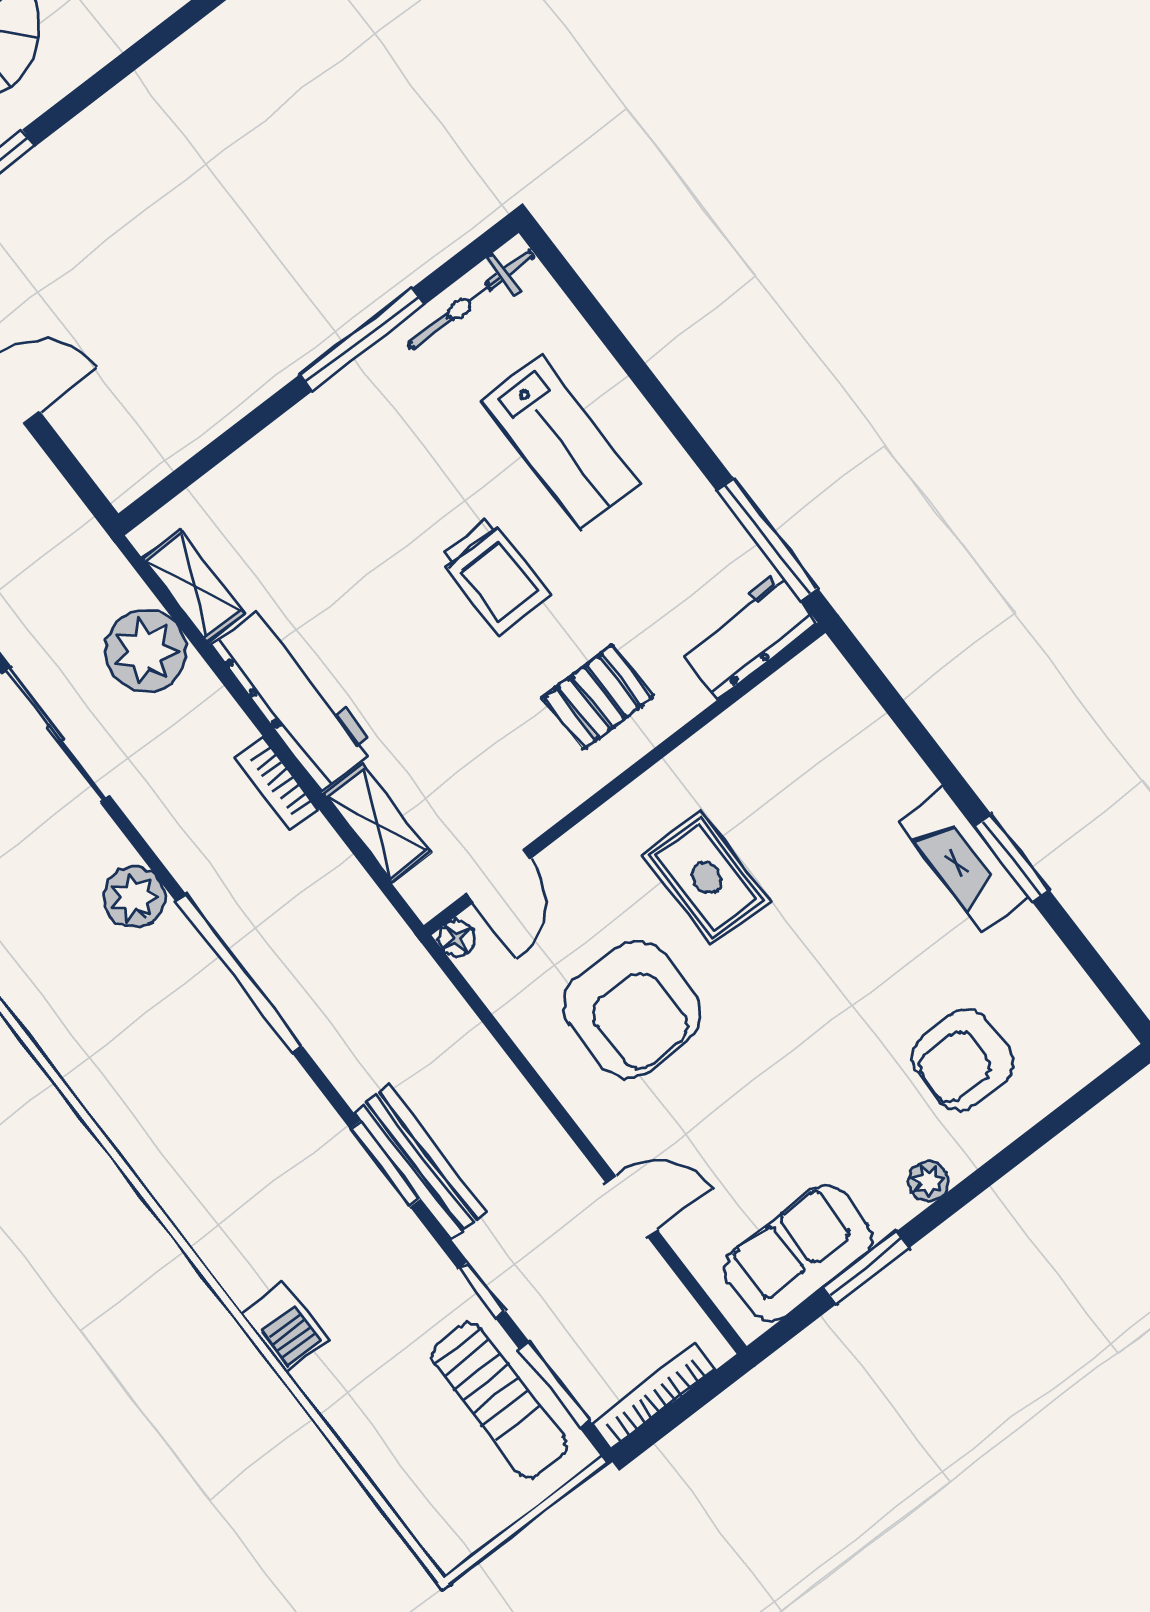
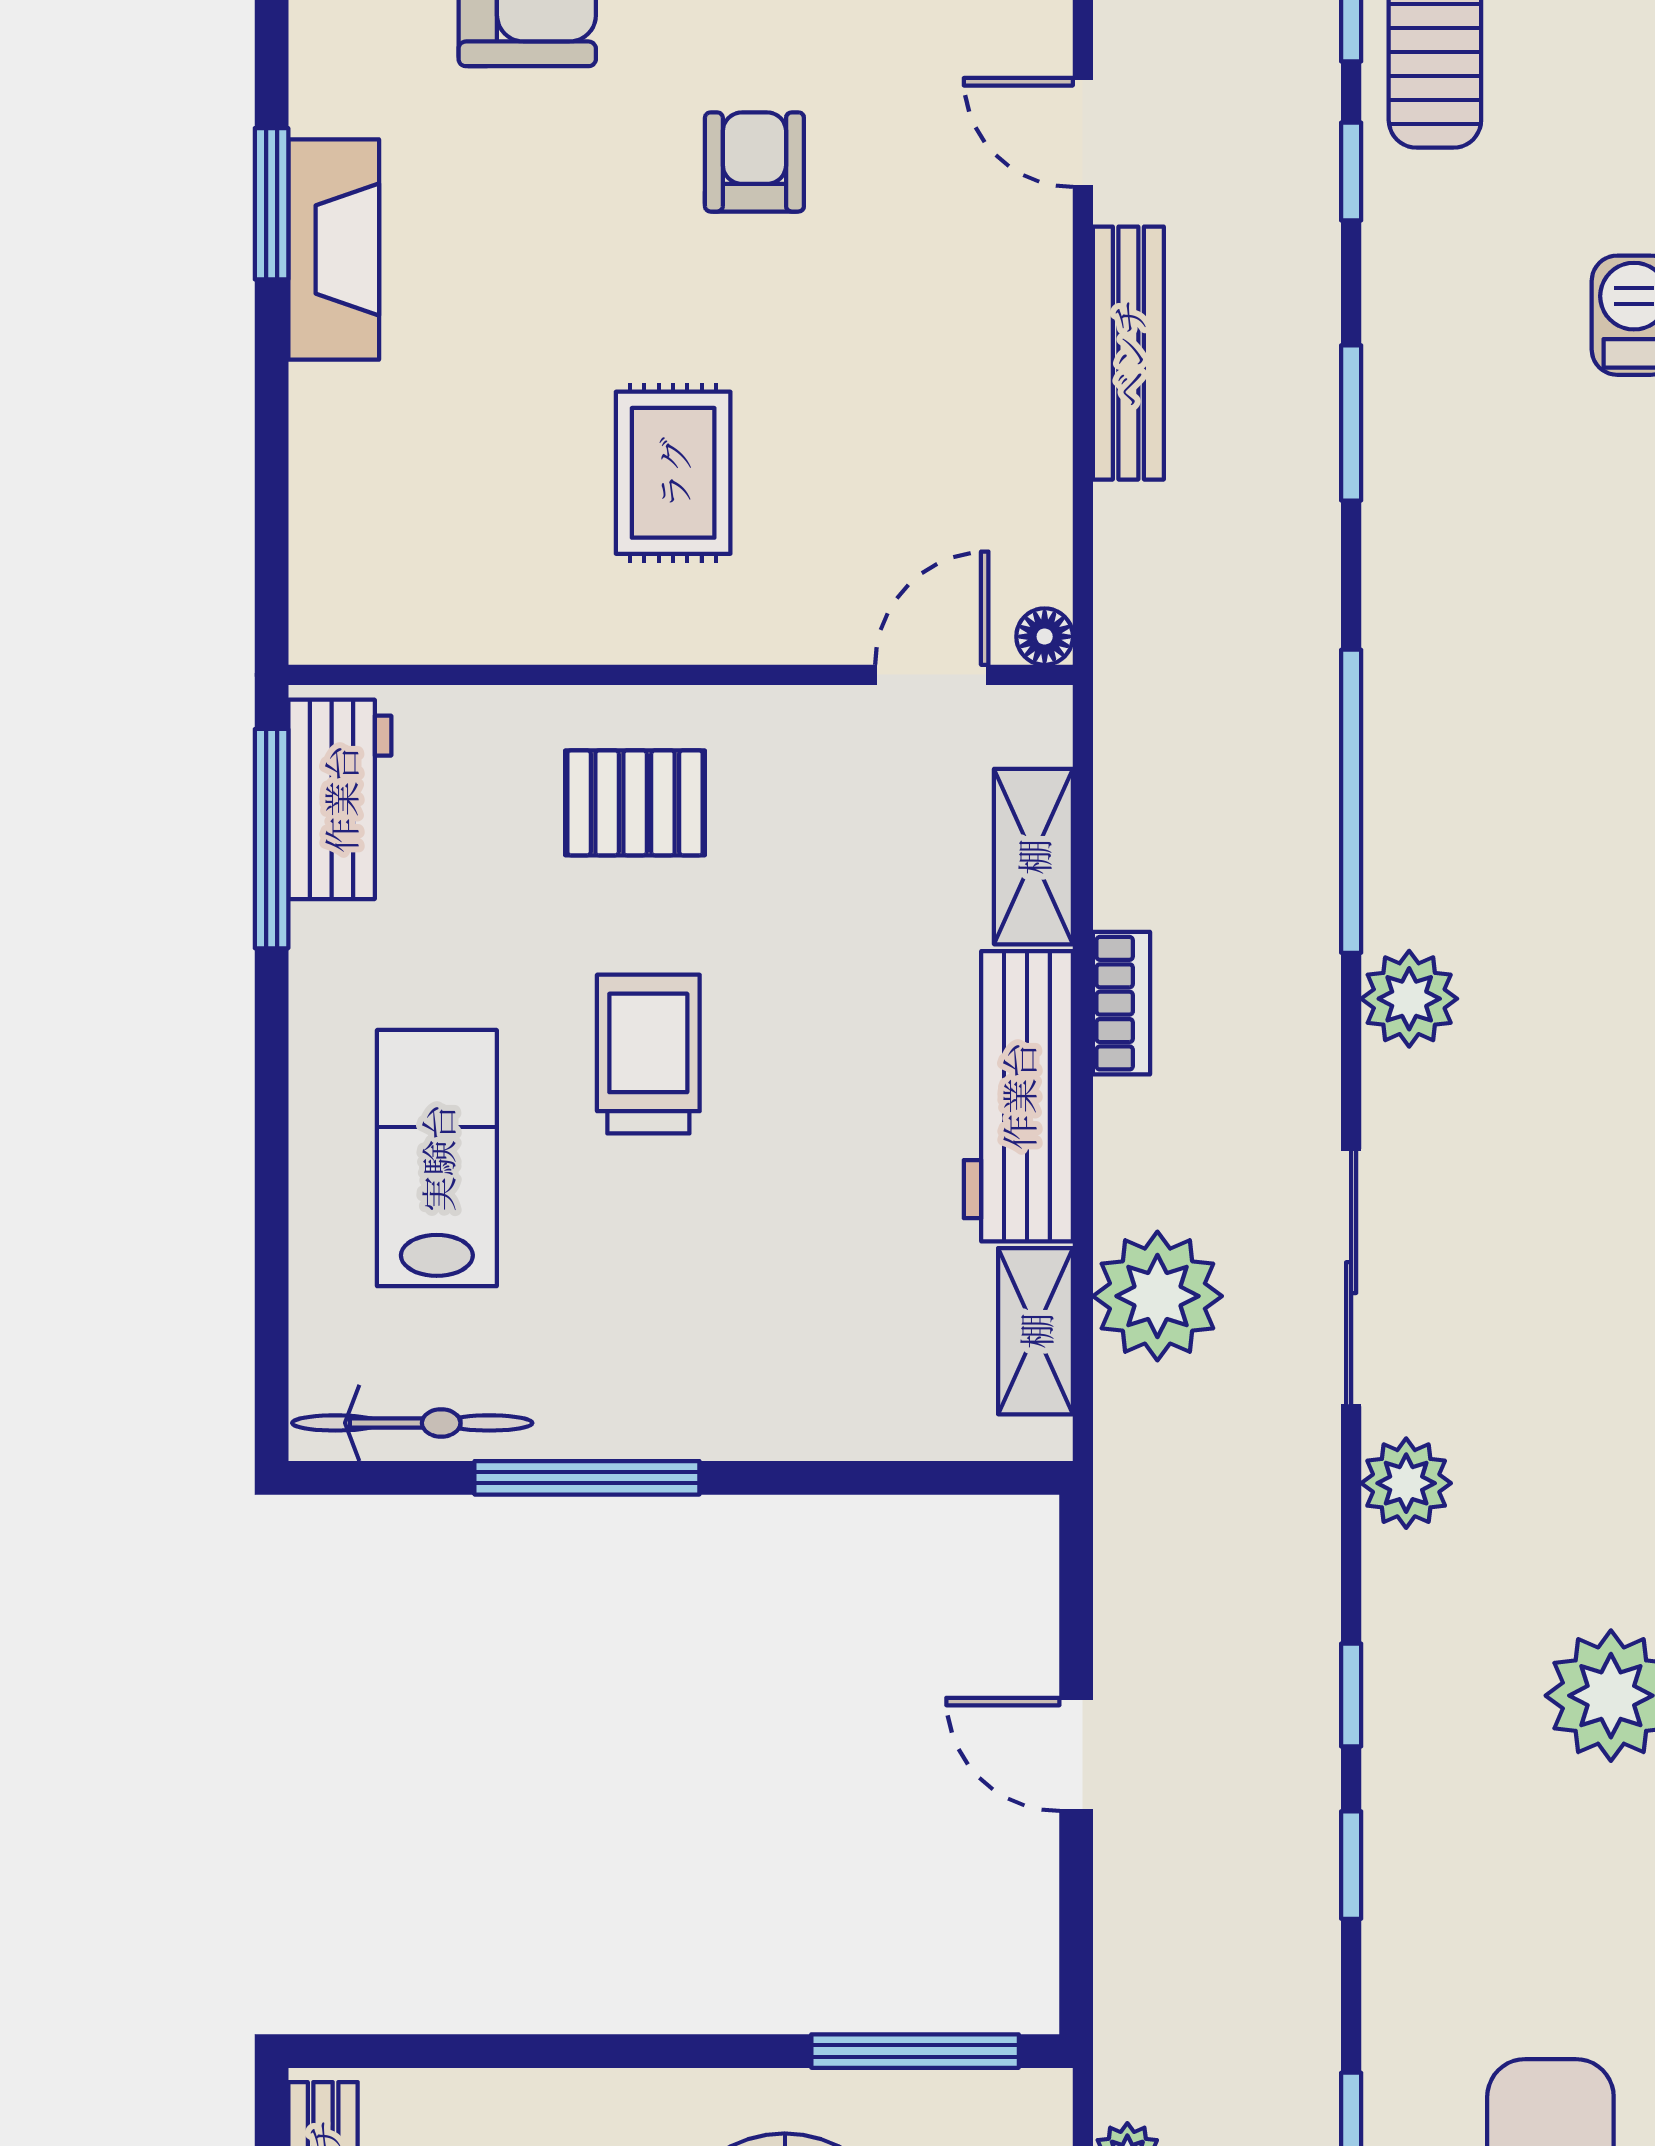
workbench: (748, 635) -> (340, 799), moved, turned -90
armchair: (632, 1009) -> (754, 162), moved, width x0.53, depth x0.53
bench: (420, 1162) -> (1128, 353), moved

